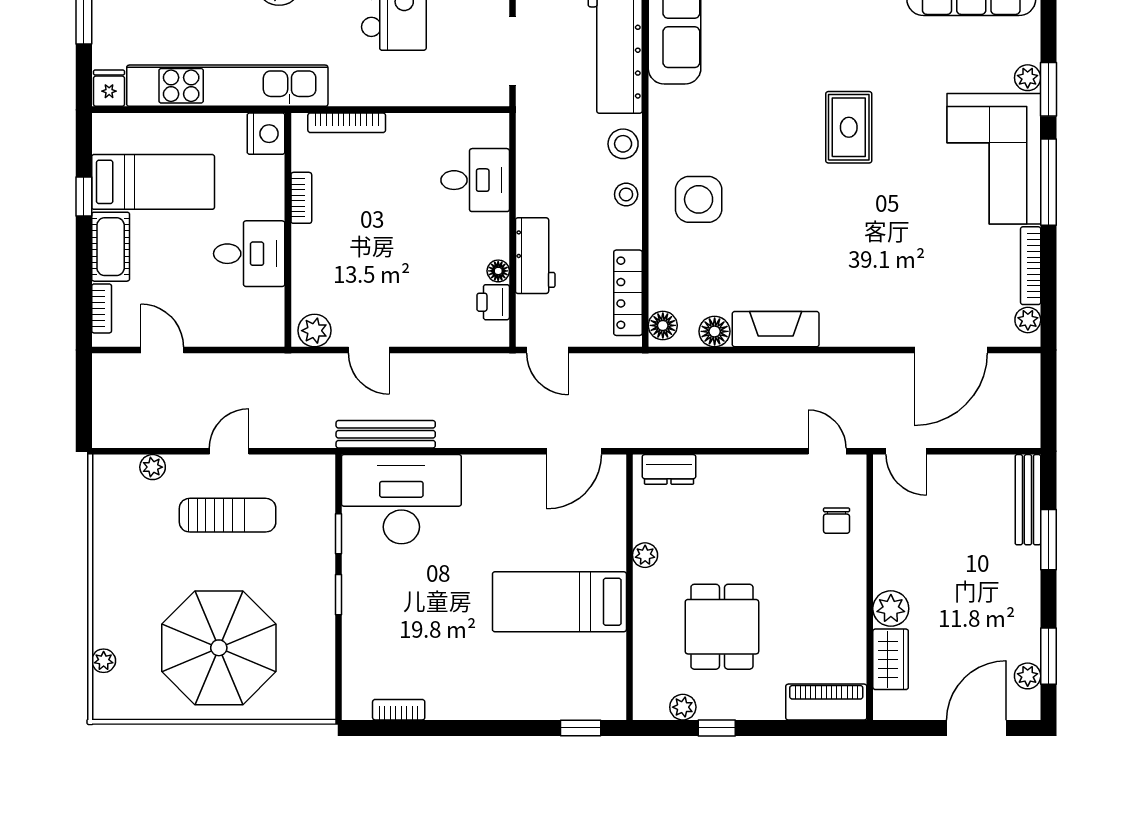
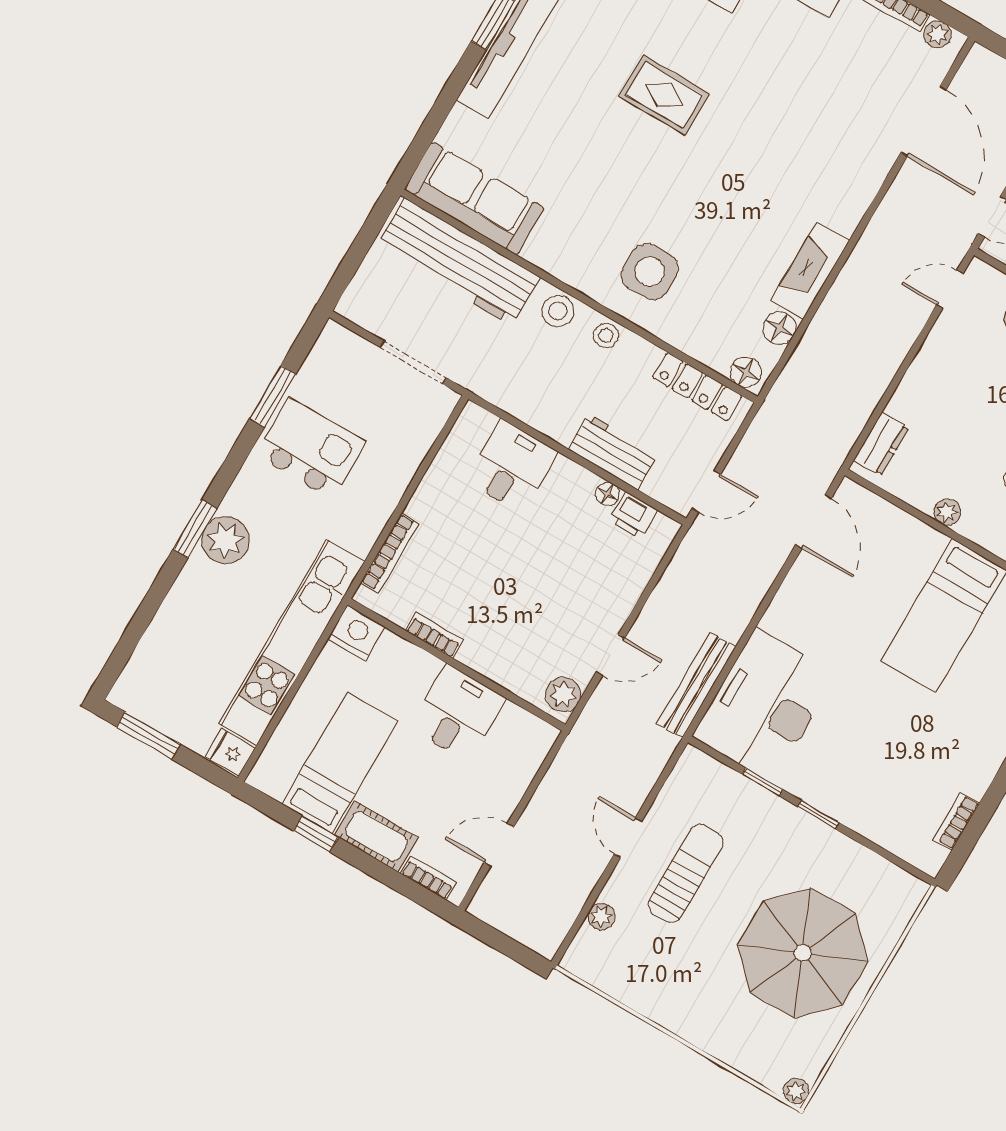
plant: (104, 661) -> (796, 1091), moved

